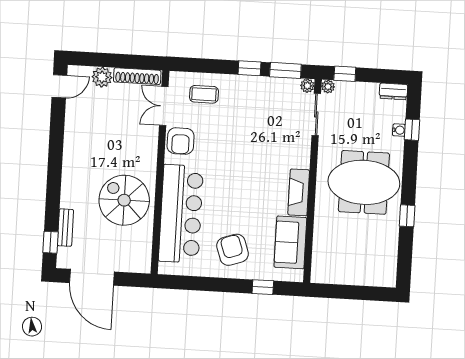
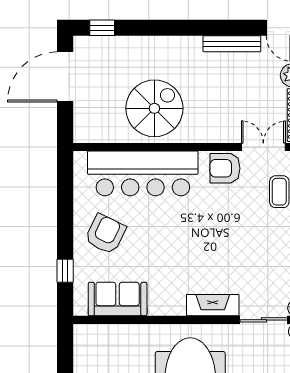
fireplace: (299, 192) -> (213, 305), moved
bench: (65, 228) -> (232, 44), moved, width x1.36
armchair: (233, 250) -> (105, 234), turned -45

